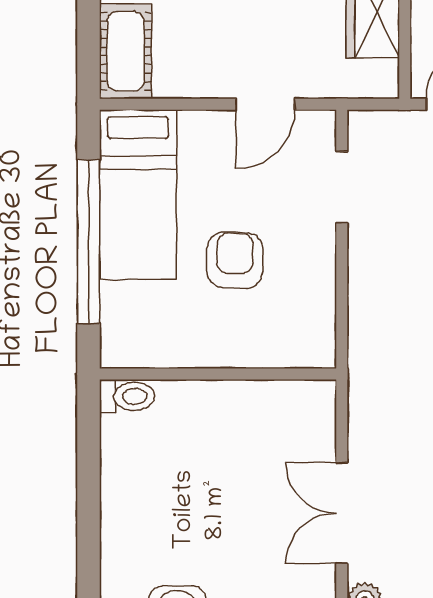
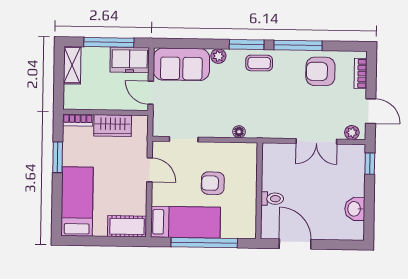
floor lamp: (362, 323) -> (239, 132), added
toilet: (127, 396) -> (272, 199), moved, turned 90
door: (88, 465) -> (295, 244), added

